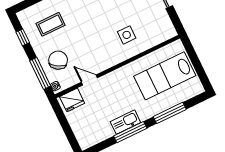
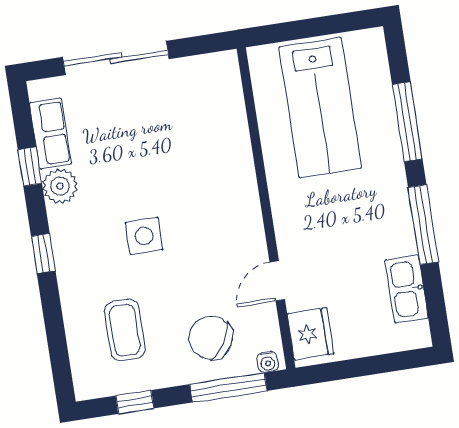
side table: (127, 35) -> (144, 236), moved
kitchen sink: (125, 122) -> (407, 289), moved

